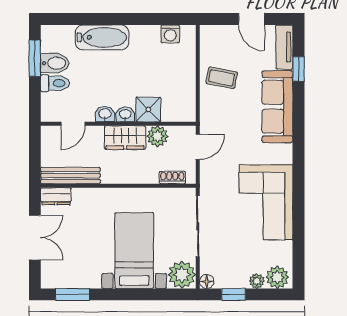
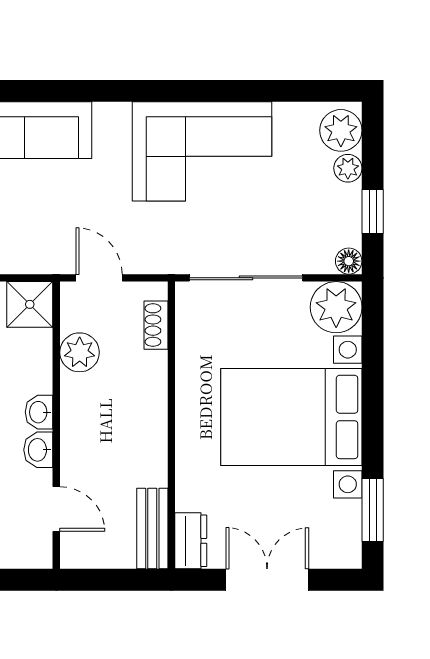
shower: (148, 109) -> (30, 304), moved
wardrobe: (125, 138) -> (82, 413), removed
bench: (70, 176) -> (152, 529), width x0.73
bed with nightstands: (134, 251) -> (291, 417), width x1.36

